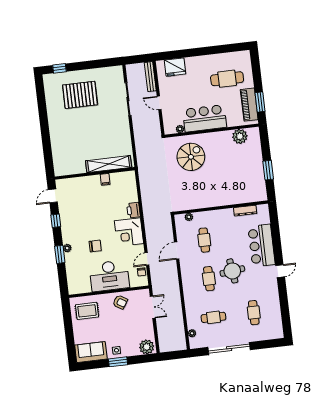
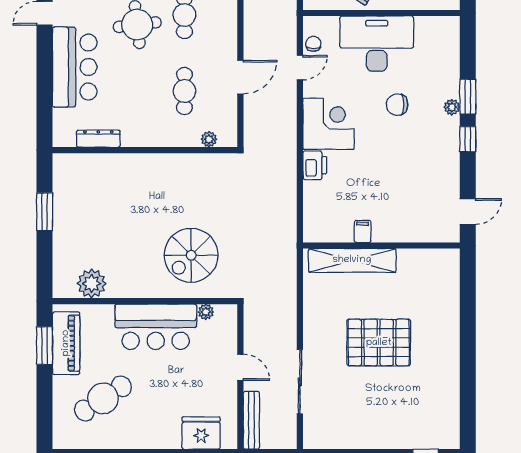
cafe table: (227, 79) -> (103, 398), turned -33
pallet: (80, 95) -> (379, 343), moved
window: (56, 221) -> (468, 139), moved

